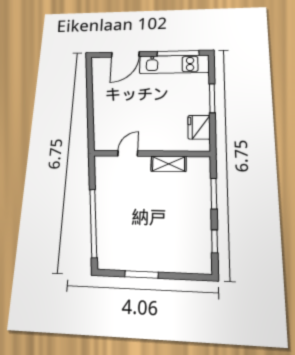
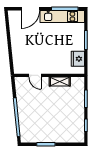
door: (128, 153) -> (35, 75), swing flipped

